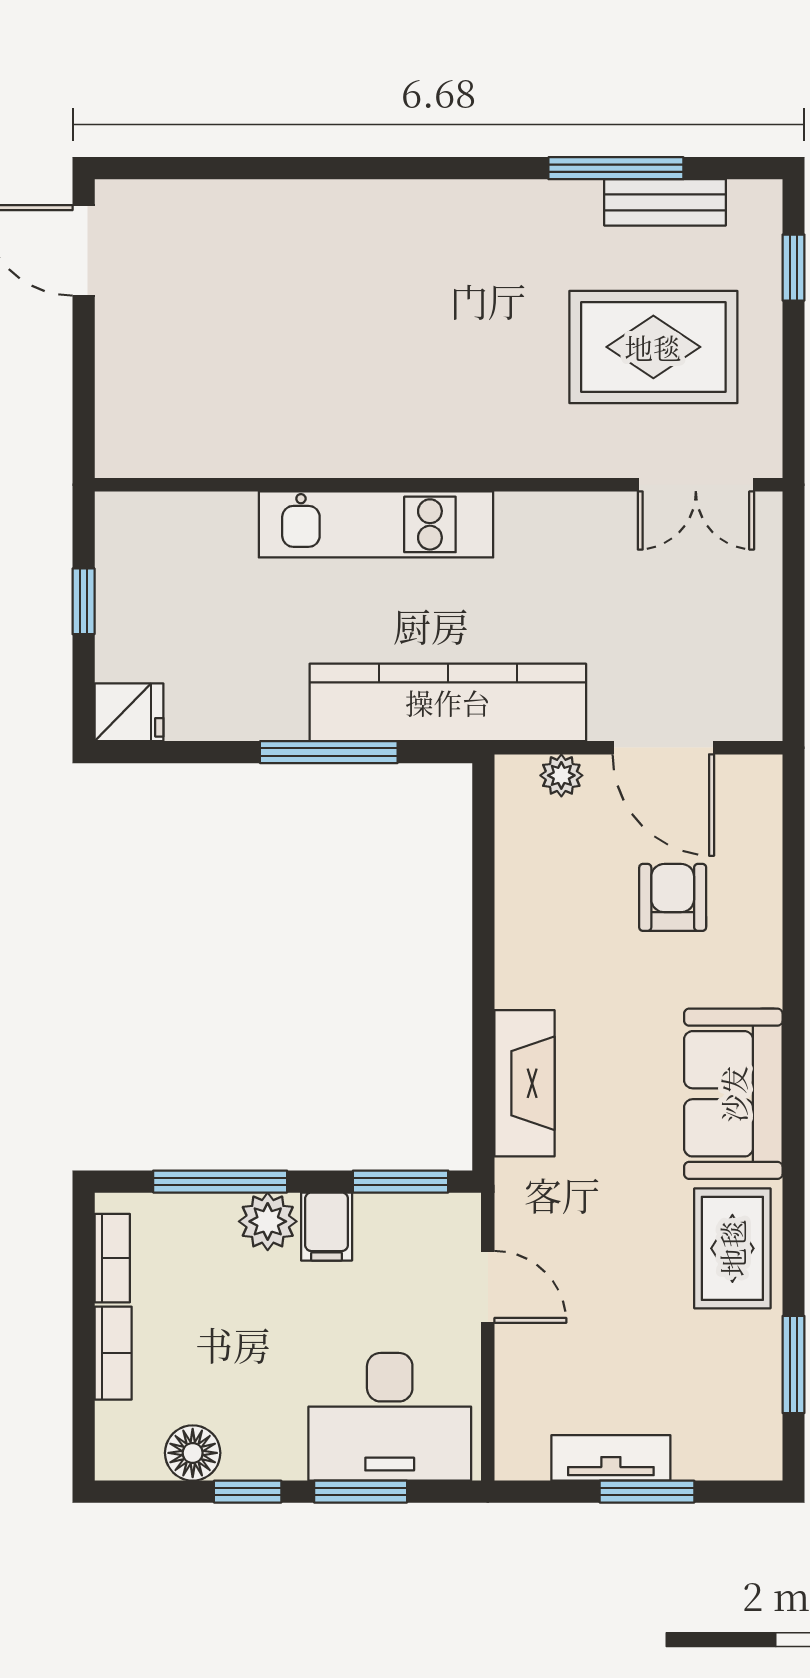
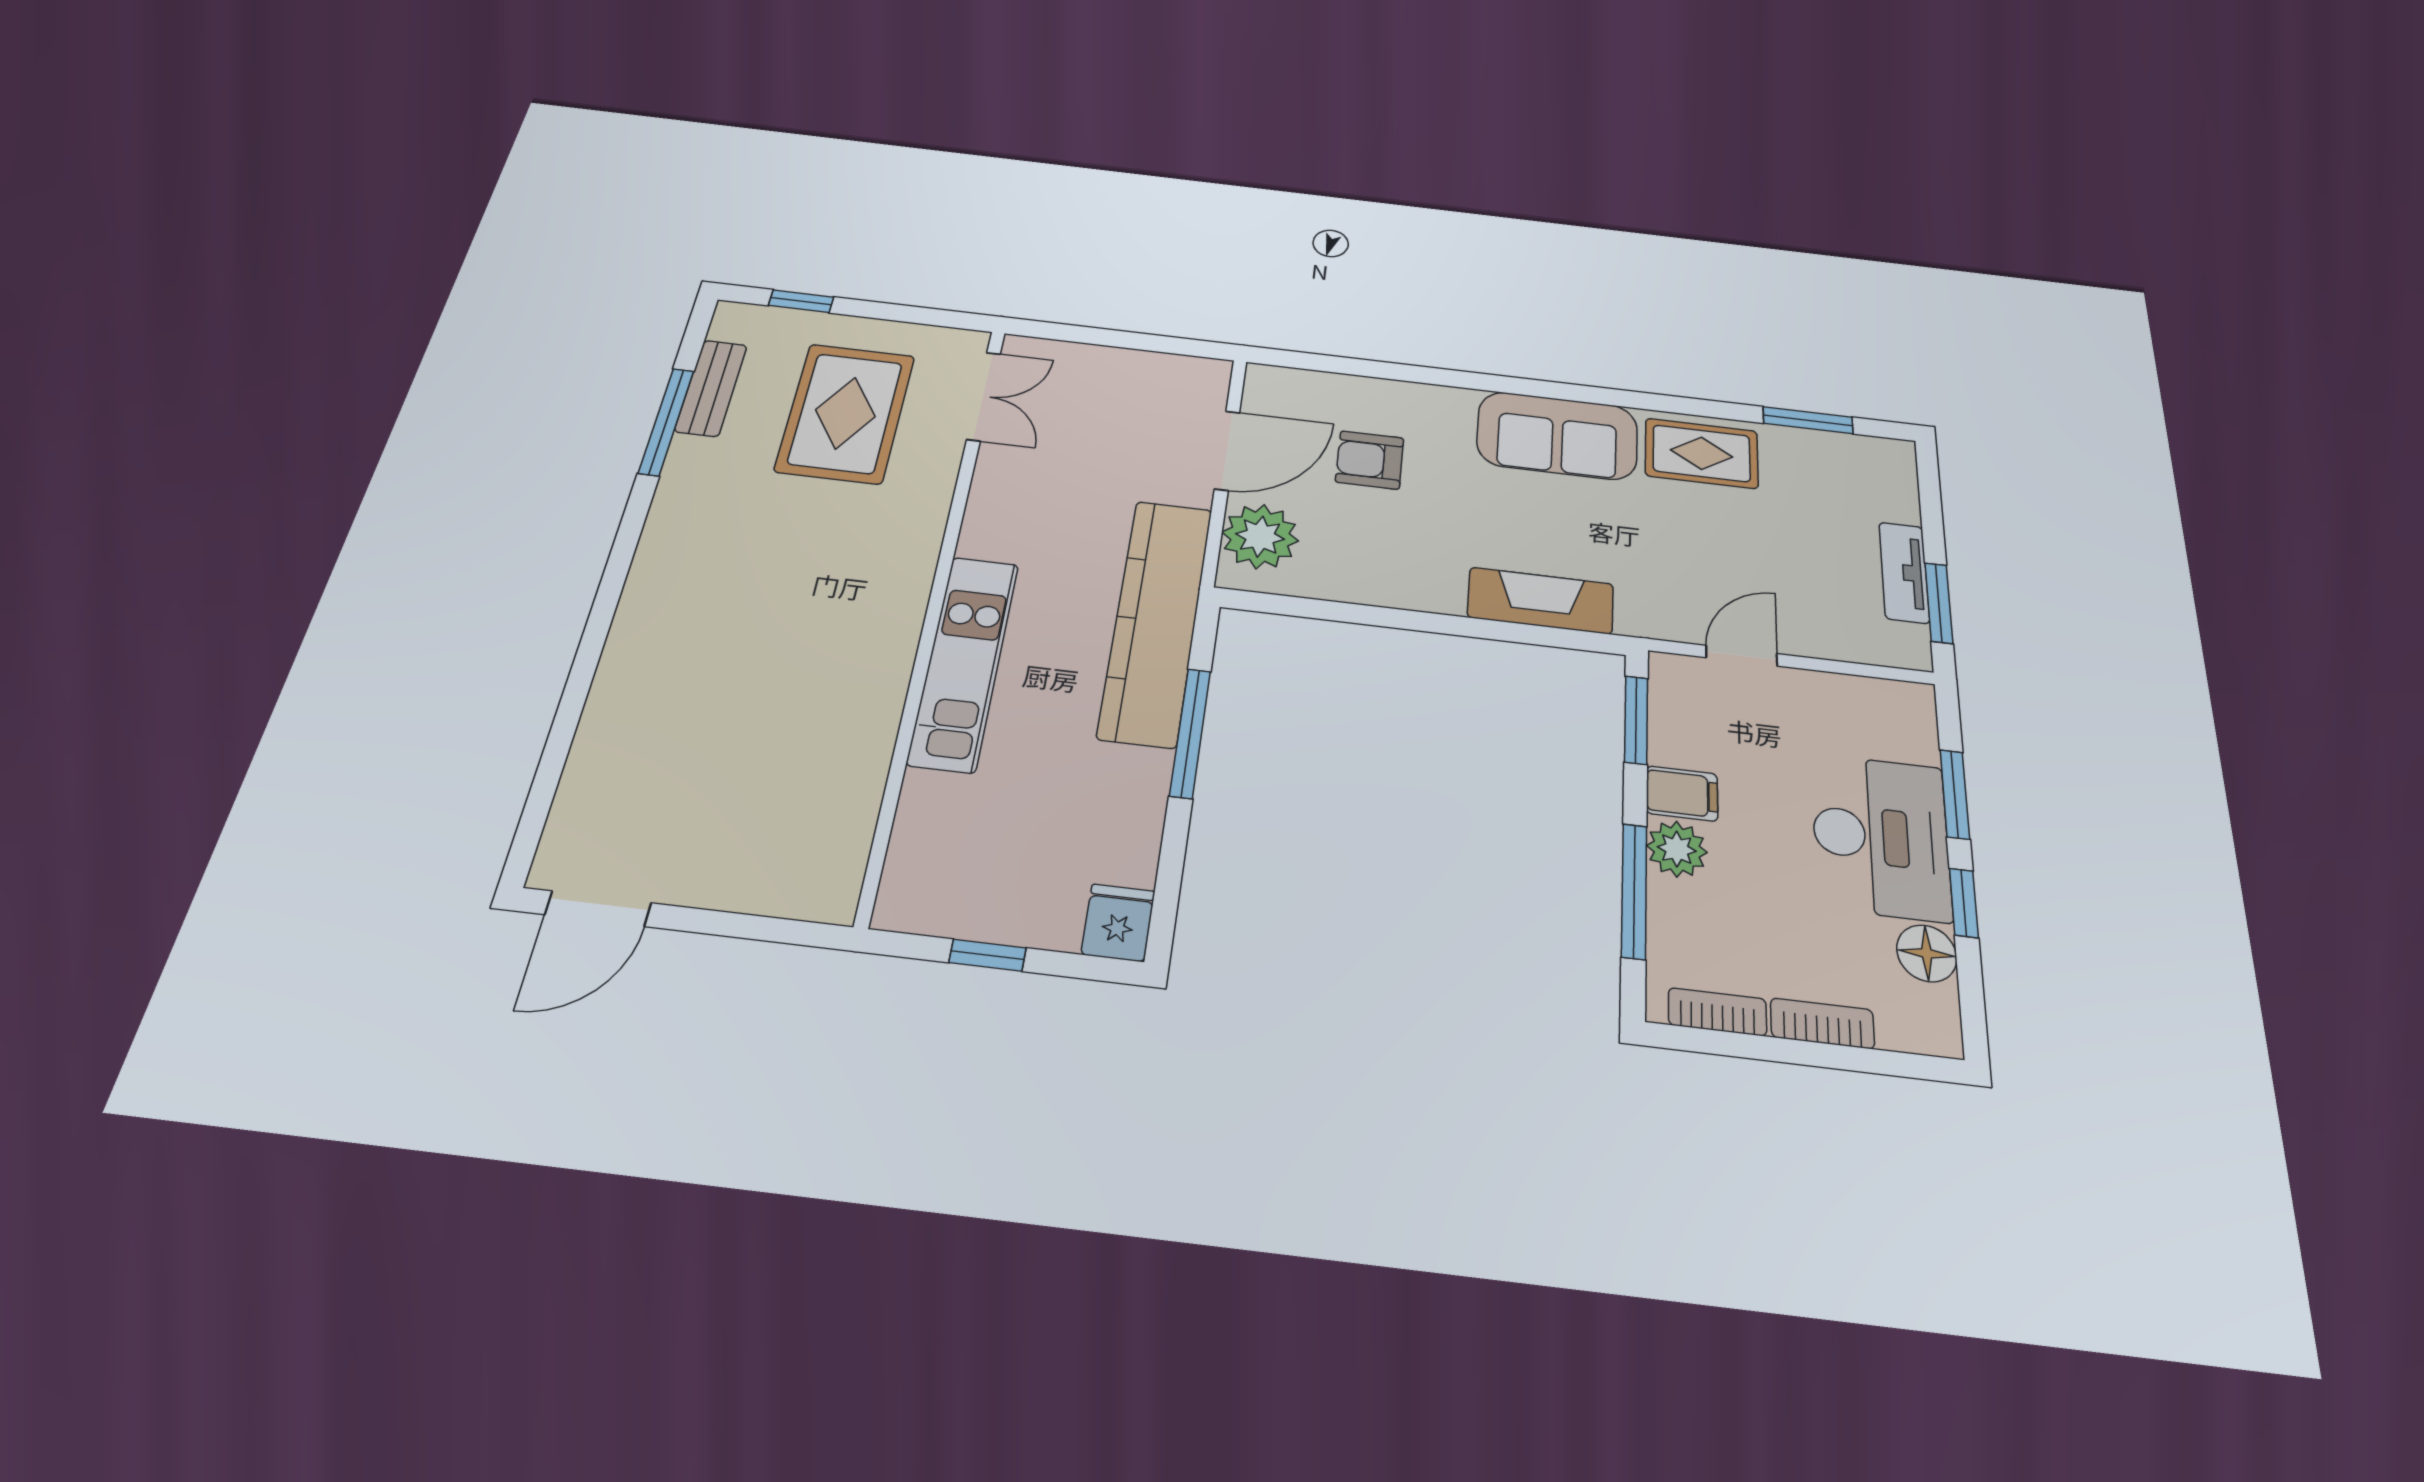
plant: (561, 775) -> (1260, 537), width x1.87, depth x1.87
desk: (390, 1417) -> (1881, 837), moved
window: (647, 1492) -> (1939, 603), moved

